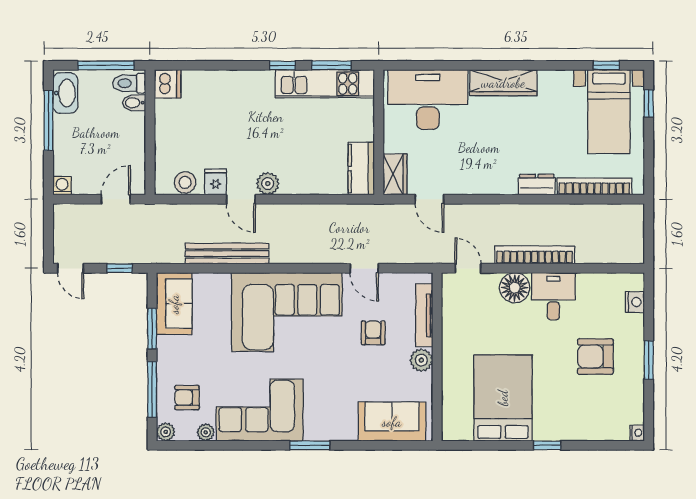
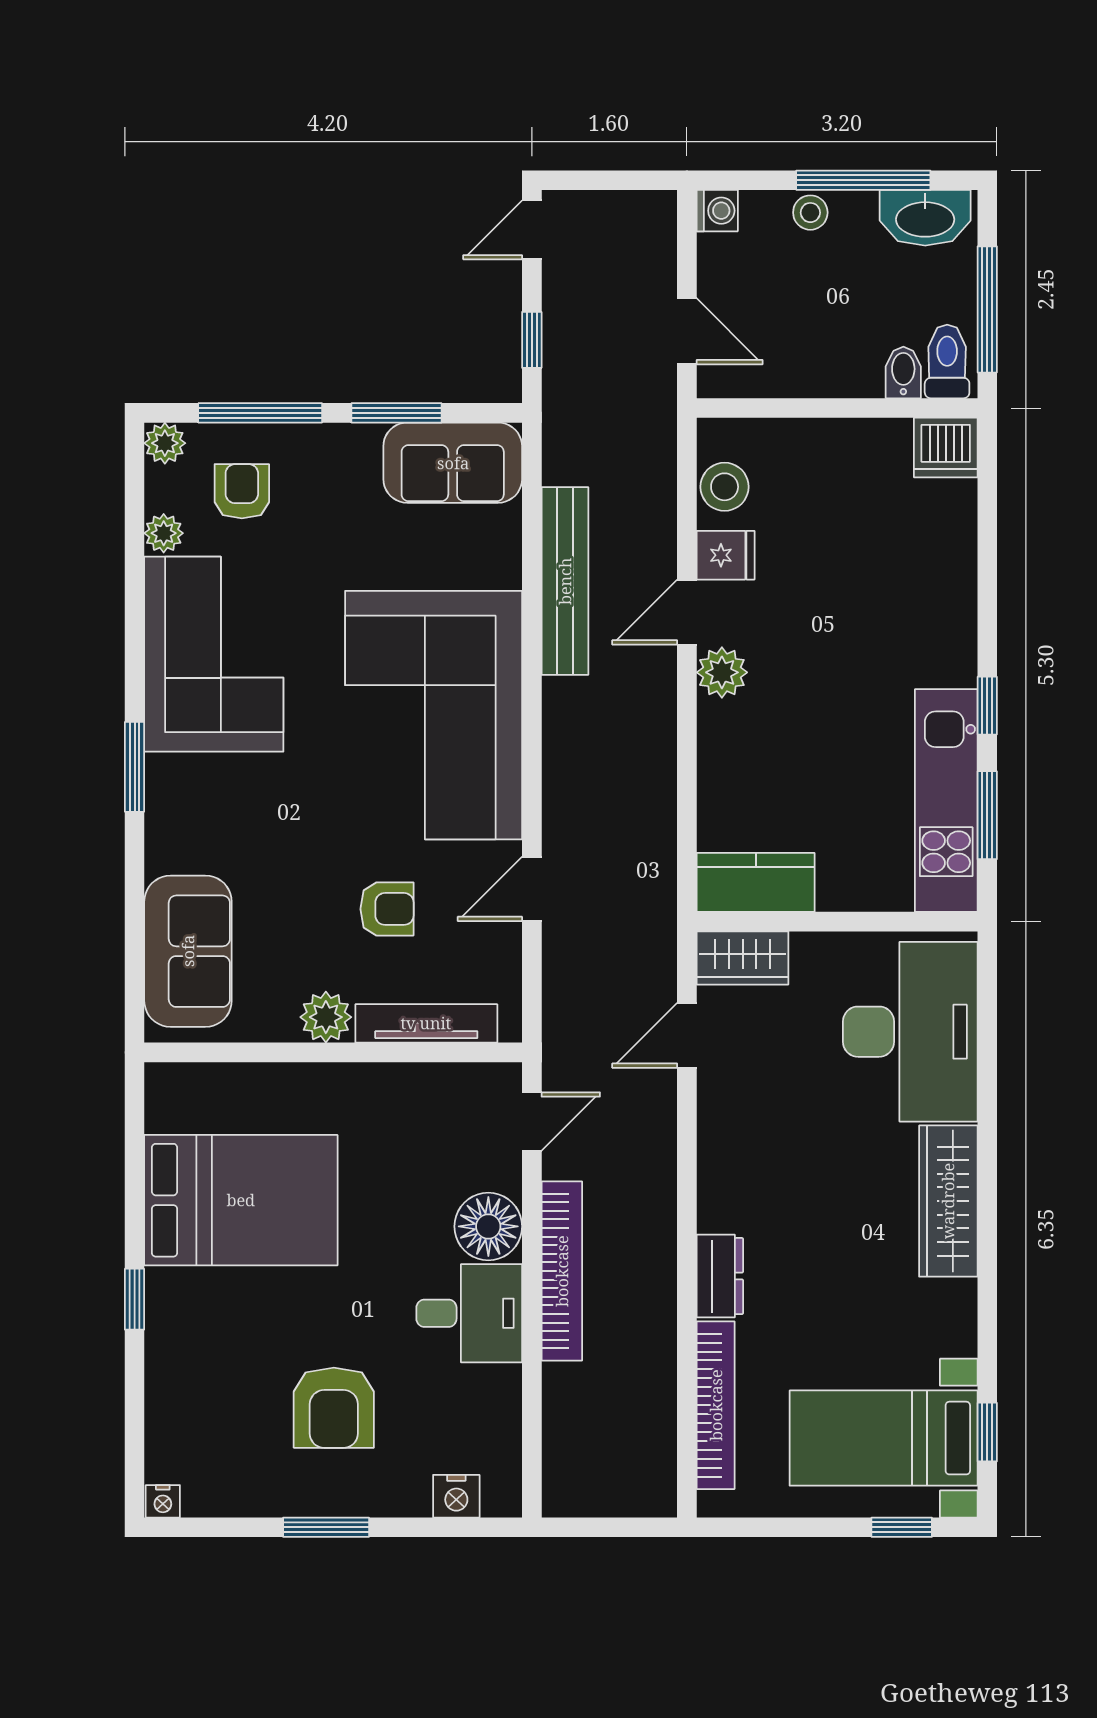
stool: (63, 144) -> (810, 213), added
armchair: (595, 357) -> (334, 1408), turned 180

